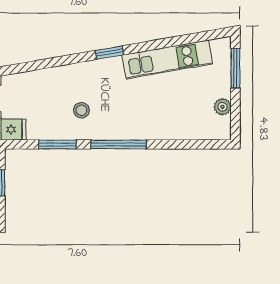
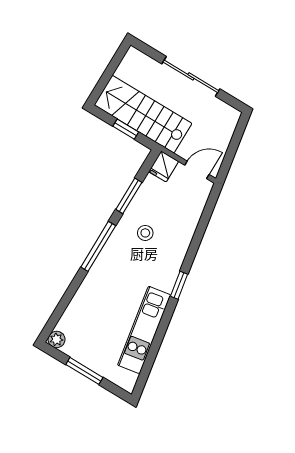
window: (235, 68) -> (84, 371), moved
plant: (223, 107) -> (56, 339), moved

